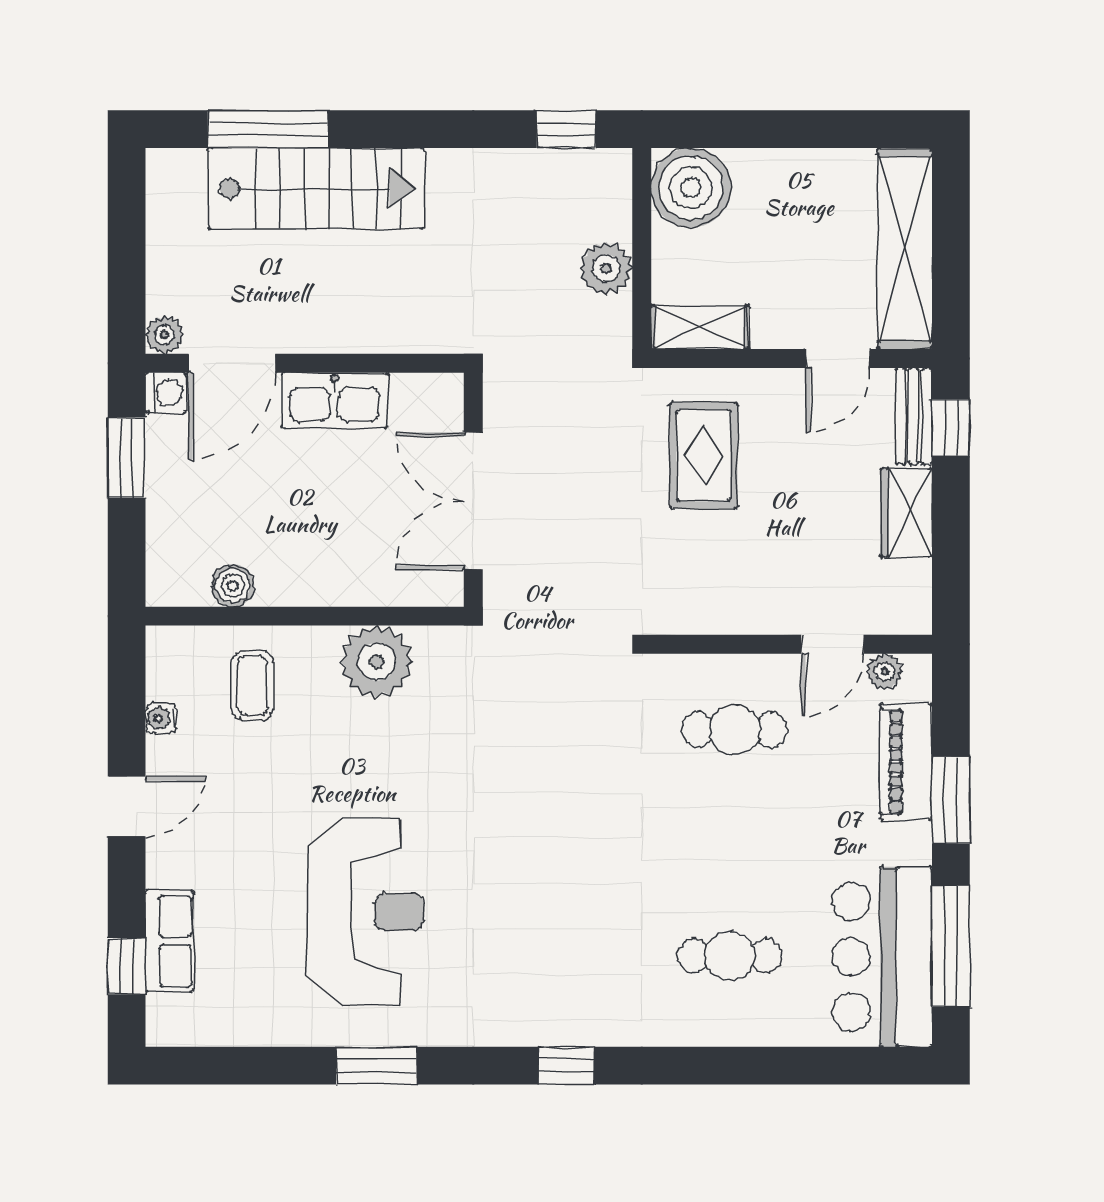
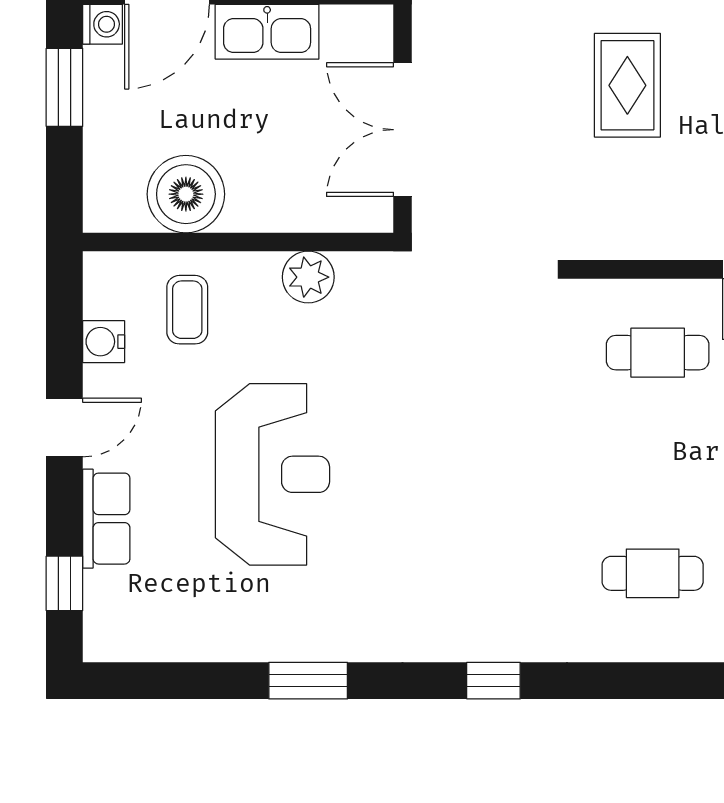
boiler: (233, 585) -> (186, 194), width x1.86, depth x1.86
plant: (376, 662) -> (308, 277), width x0.73, depth x0.73
water cooler: (161, 718) -> (104, 342), width x1.38, depth x1.38
reception desk: (365, 912) -> (272, 474), moved
row of seats: (170, 941) -> (106, 519), moved

